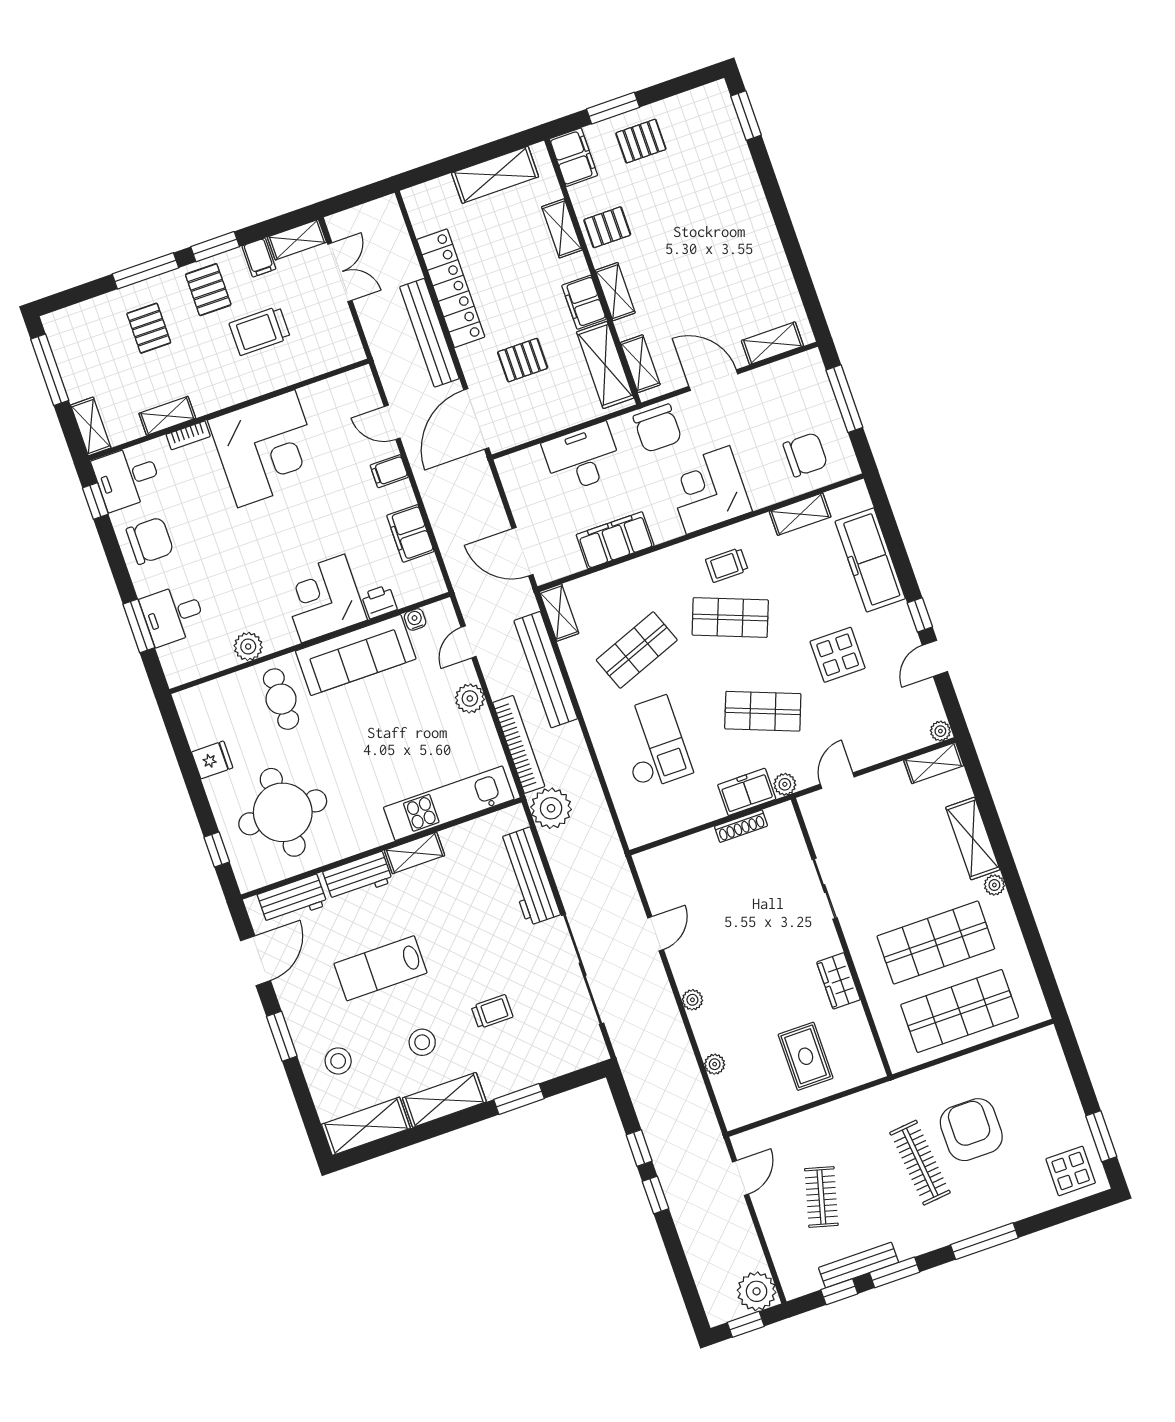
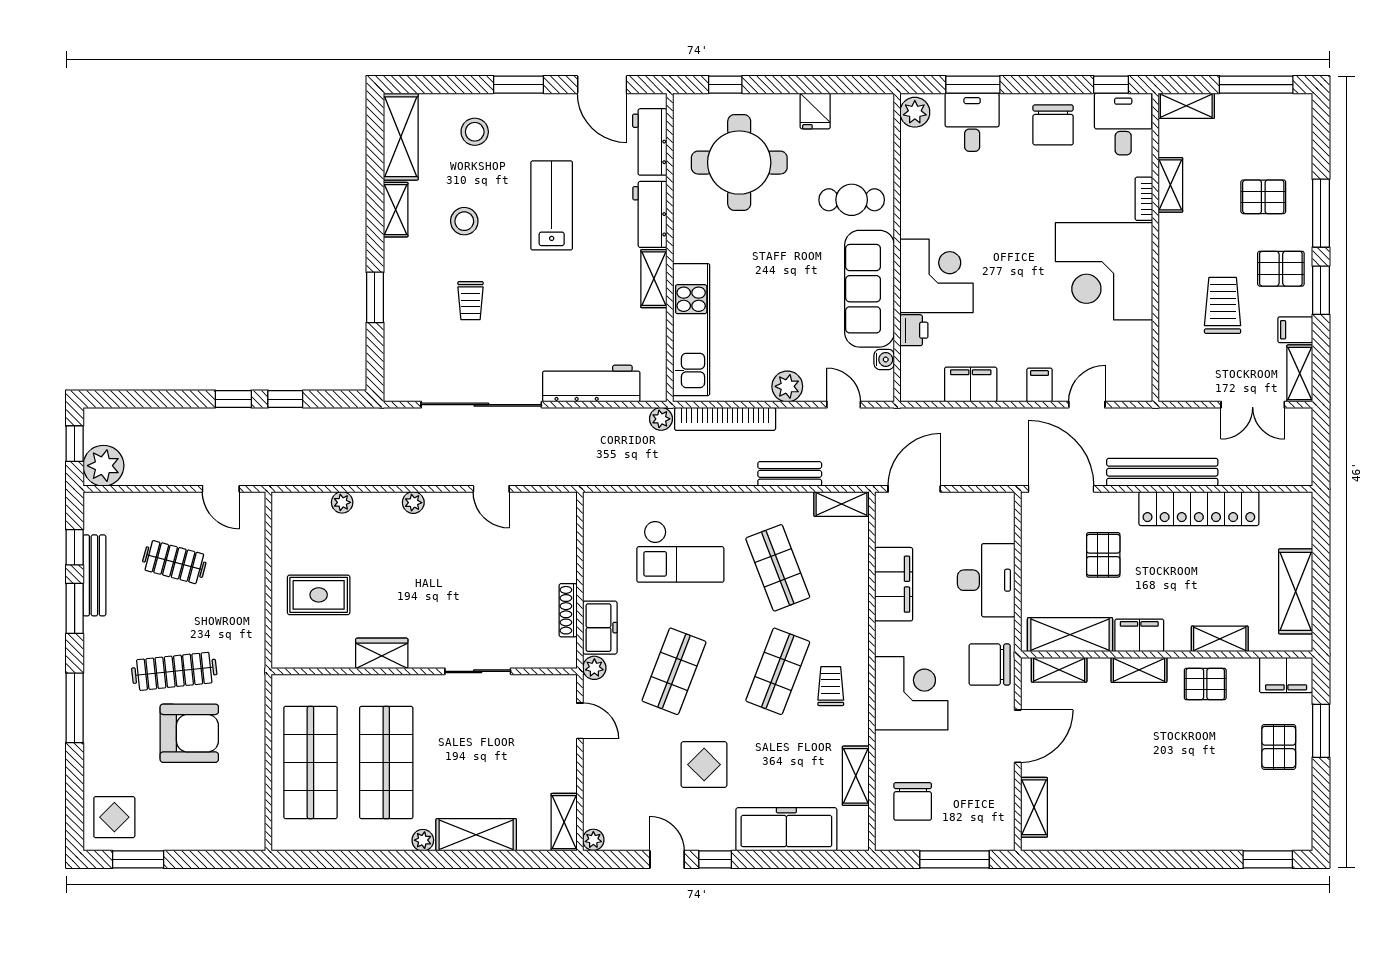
pallet: (607, 227) -> (1205, 684), turned 90
plant: (248, 646) -> (915, 112), moved
bench: (546, 670) -> (790, 474), width x0.54, depth x0.82
plant: (551, 808) -> (661, 419), width x0.53, depth x0.53
shelving: (444, 1100) -> (396, 210), width x0.67, depth x0.75

